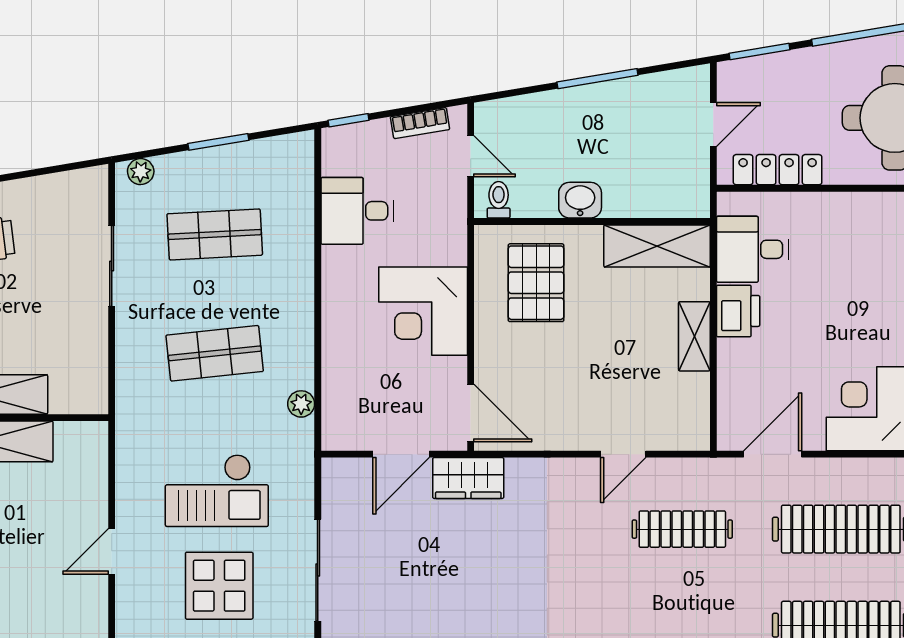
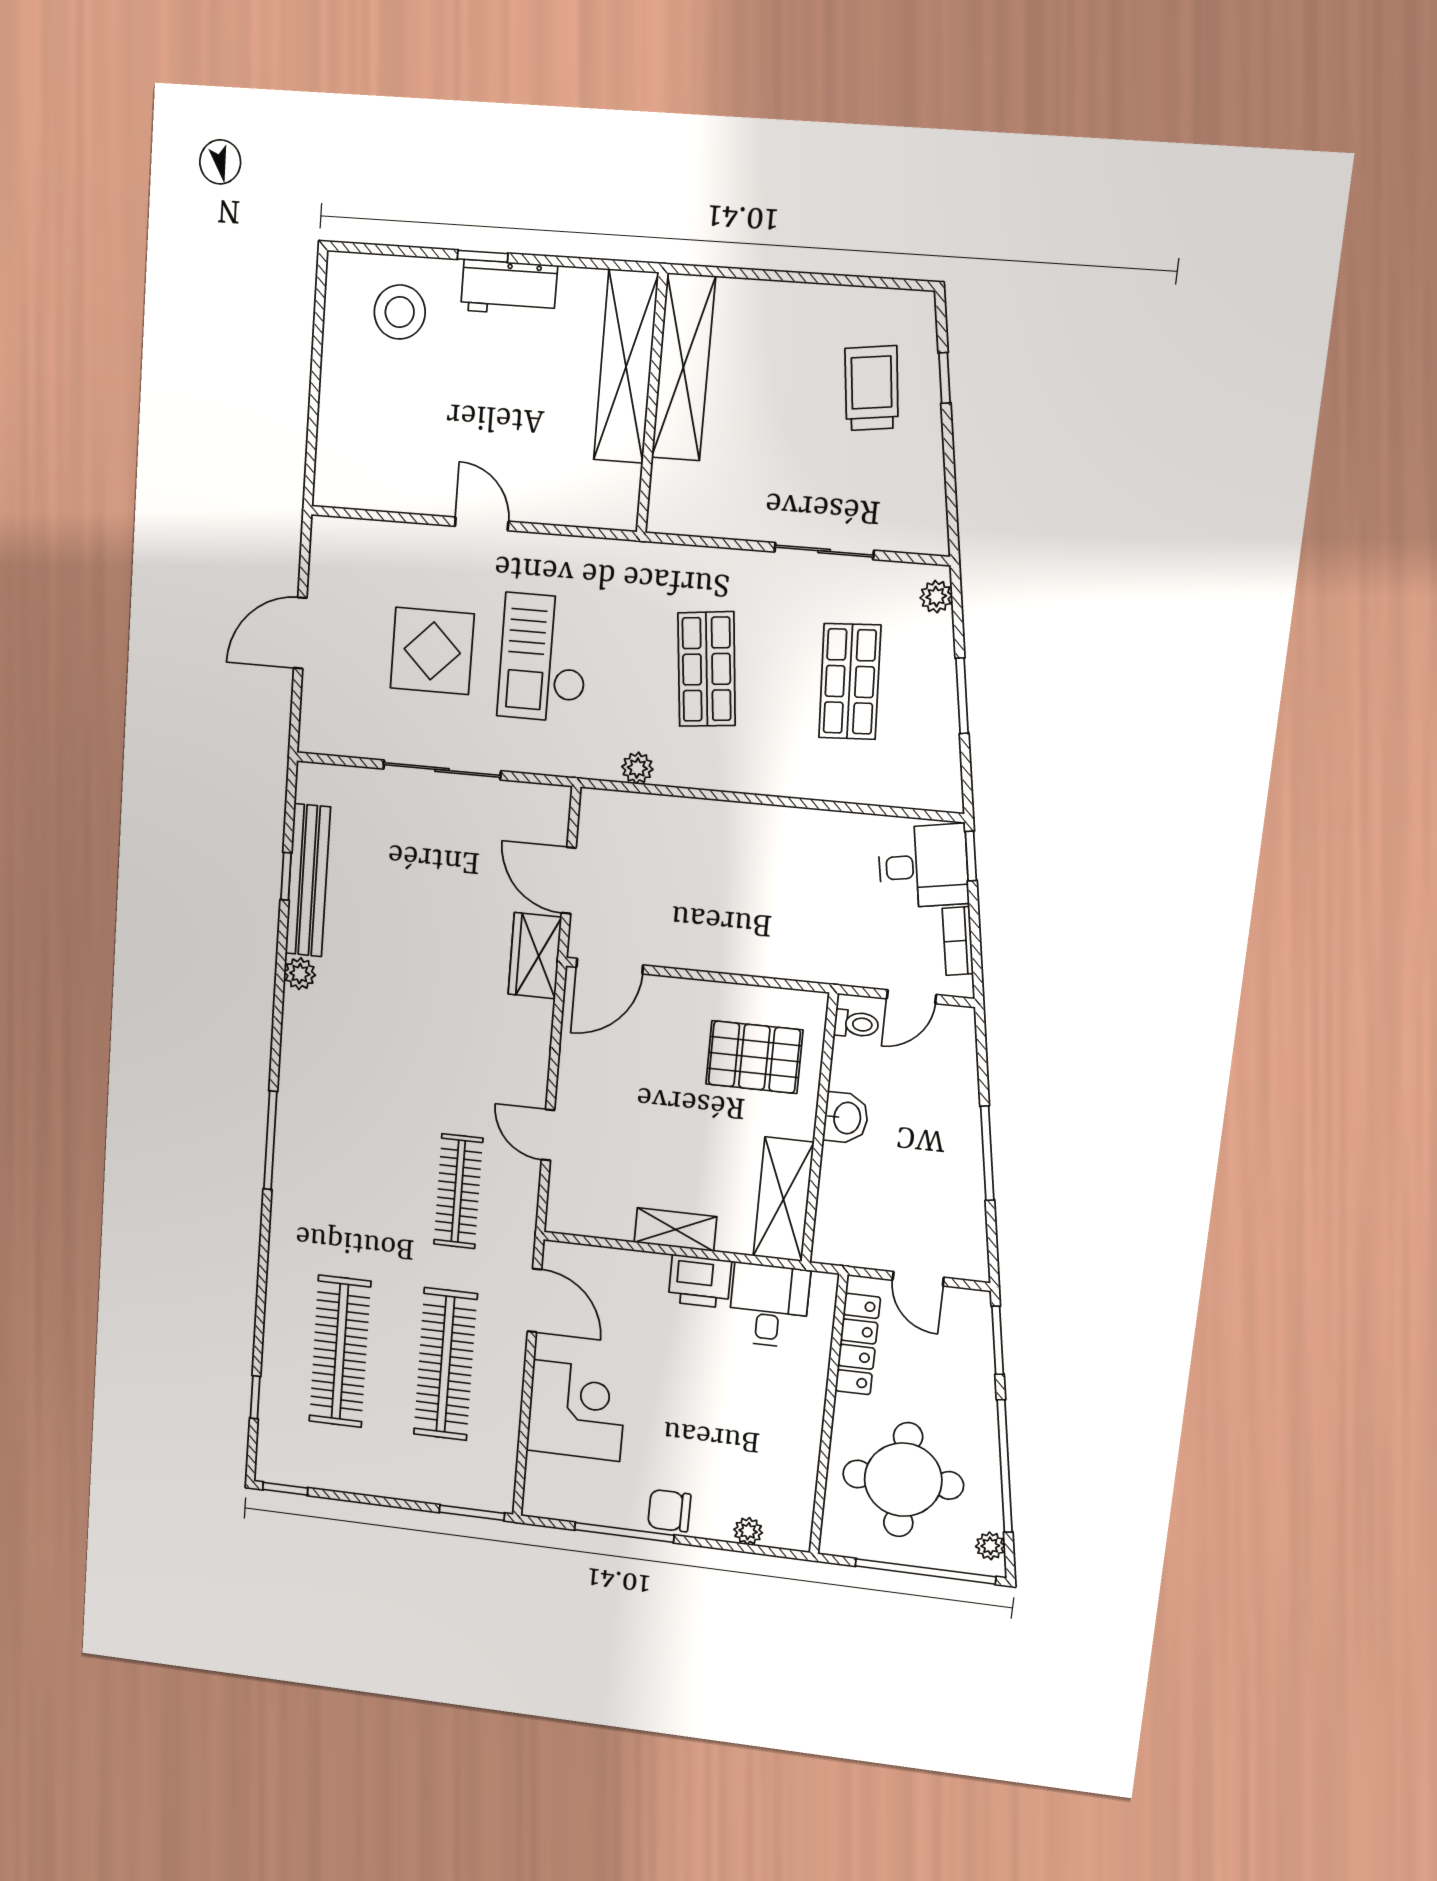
desk: (357, 211) -> (923, 866), moved, turned 81
corner desk: (423, 311) -> (734, 923), removed

